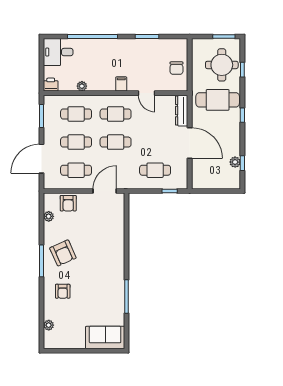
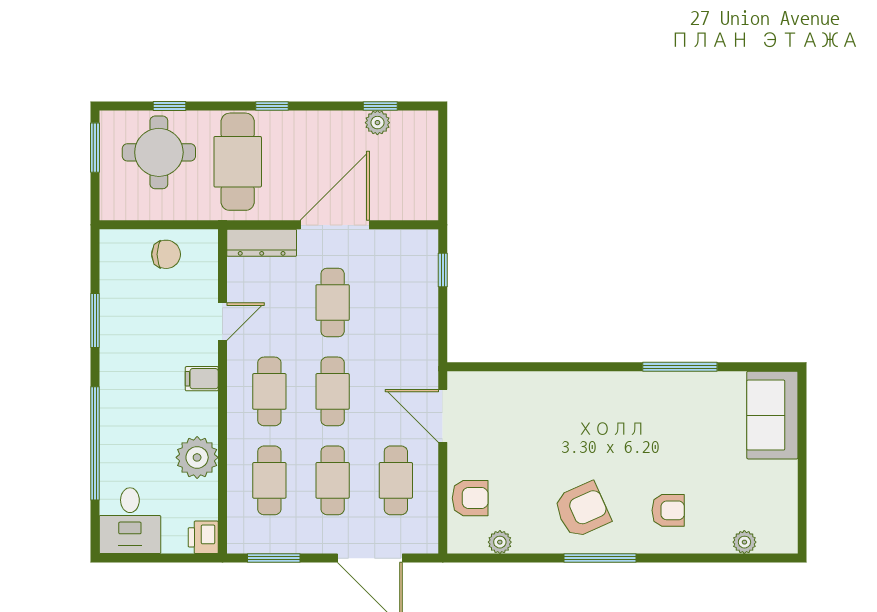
plant: (82, 86) -> (197, 457), width x1.87, depth x1.87
cafe table: (155, 170) -> (333, 303), moved

